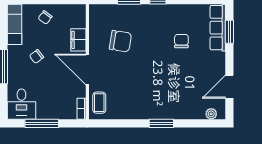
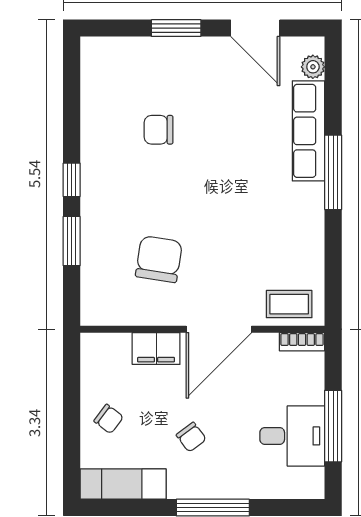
row of seats: (218, 28) -> (309, 131), moved, turned 90
window: (229, 32) -> (176, 28), moved
desk: (21, 104) -> (292, 436), moved
window: (161, 123) -> (333, 172), width x1.44

